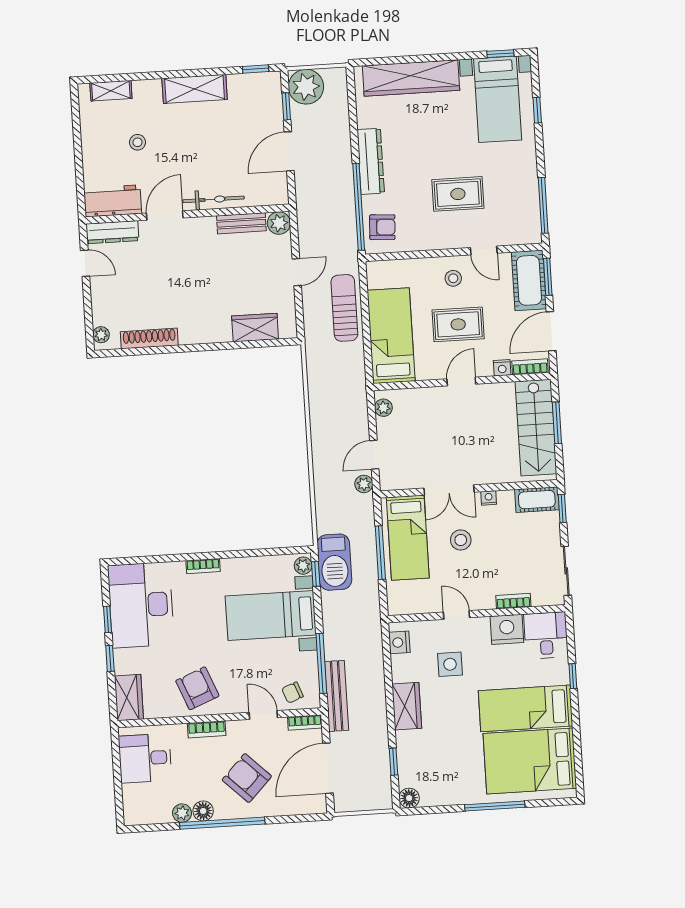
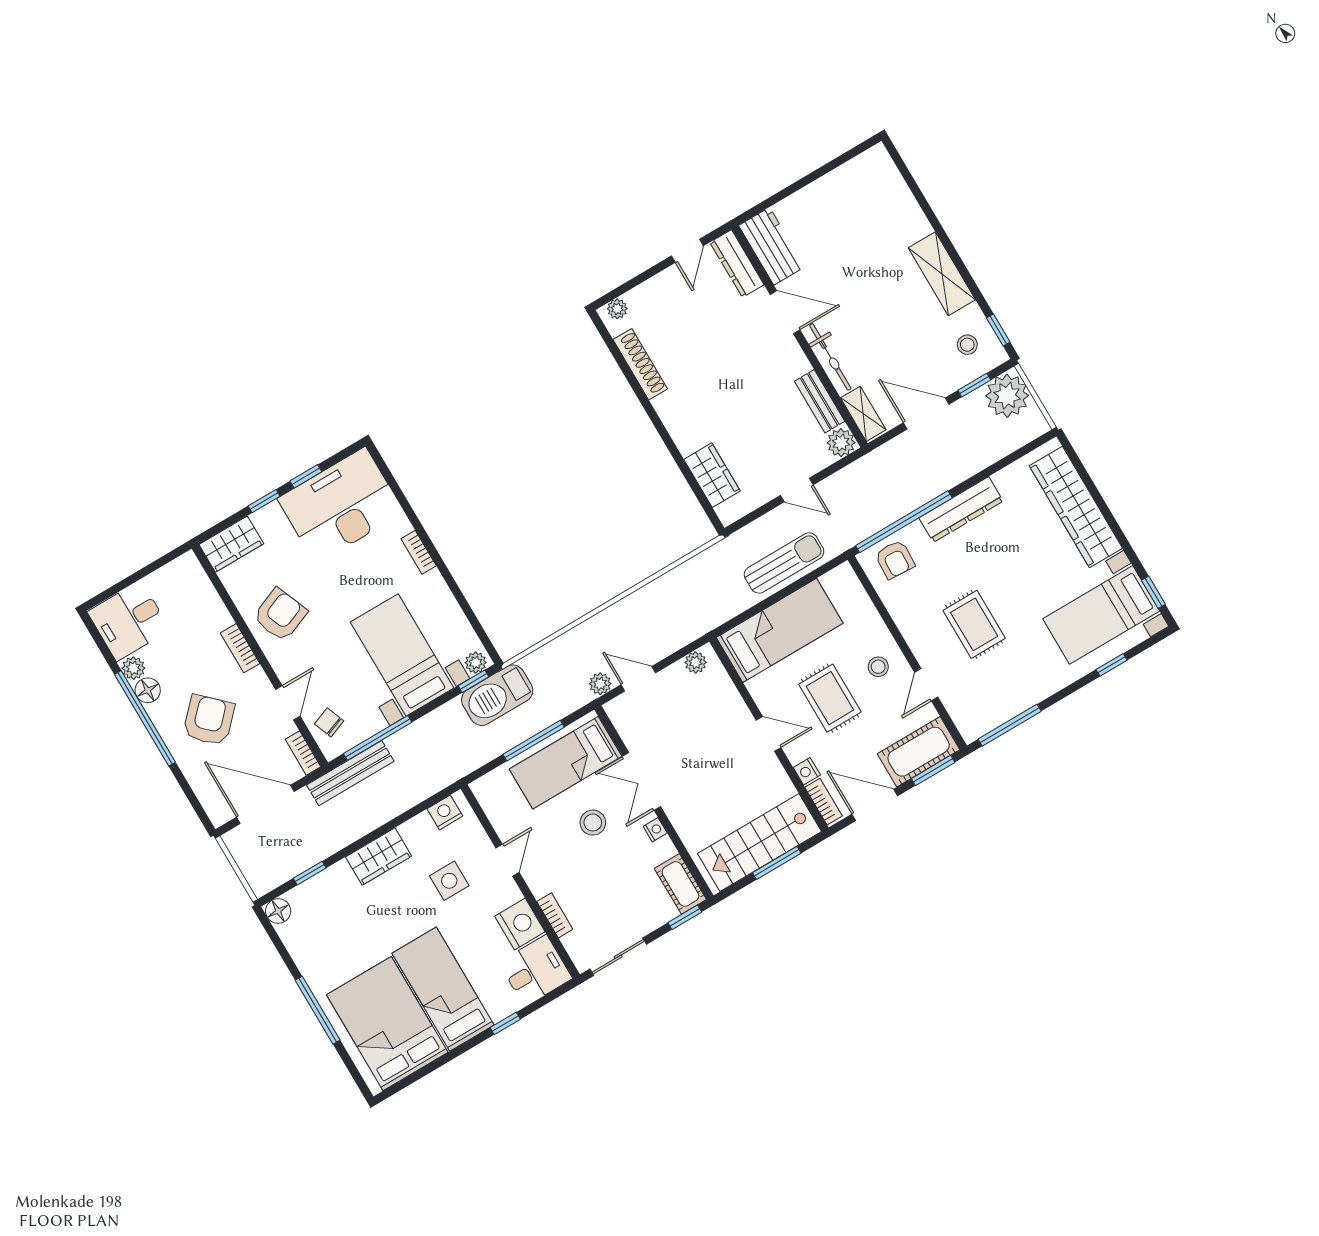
shelving: (111, 91) -> (863, 414), moved
stool: (138, 142) -> (967, 345), moved
desk: (145, 758) -> (129, 621), moved, turned -90

